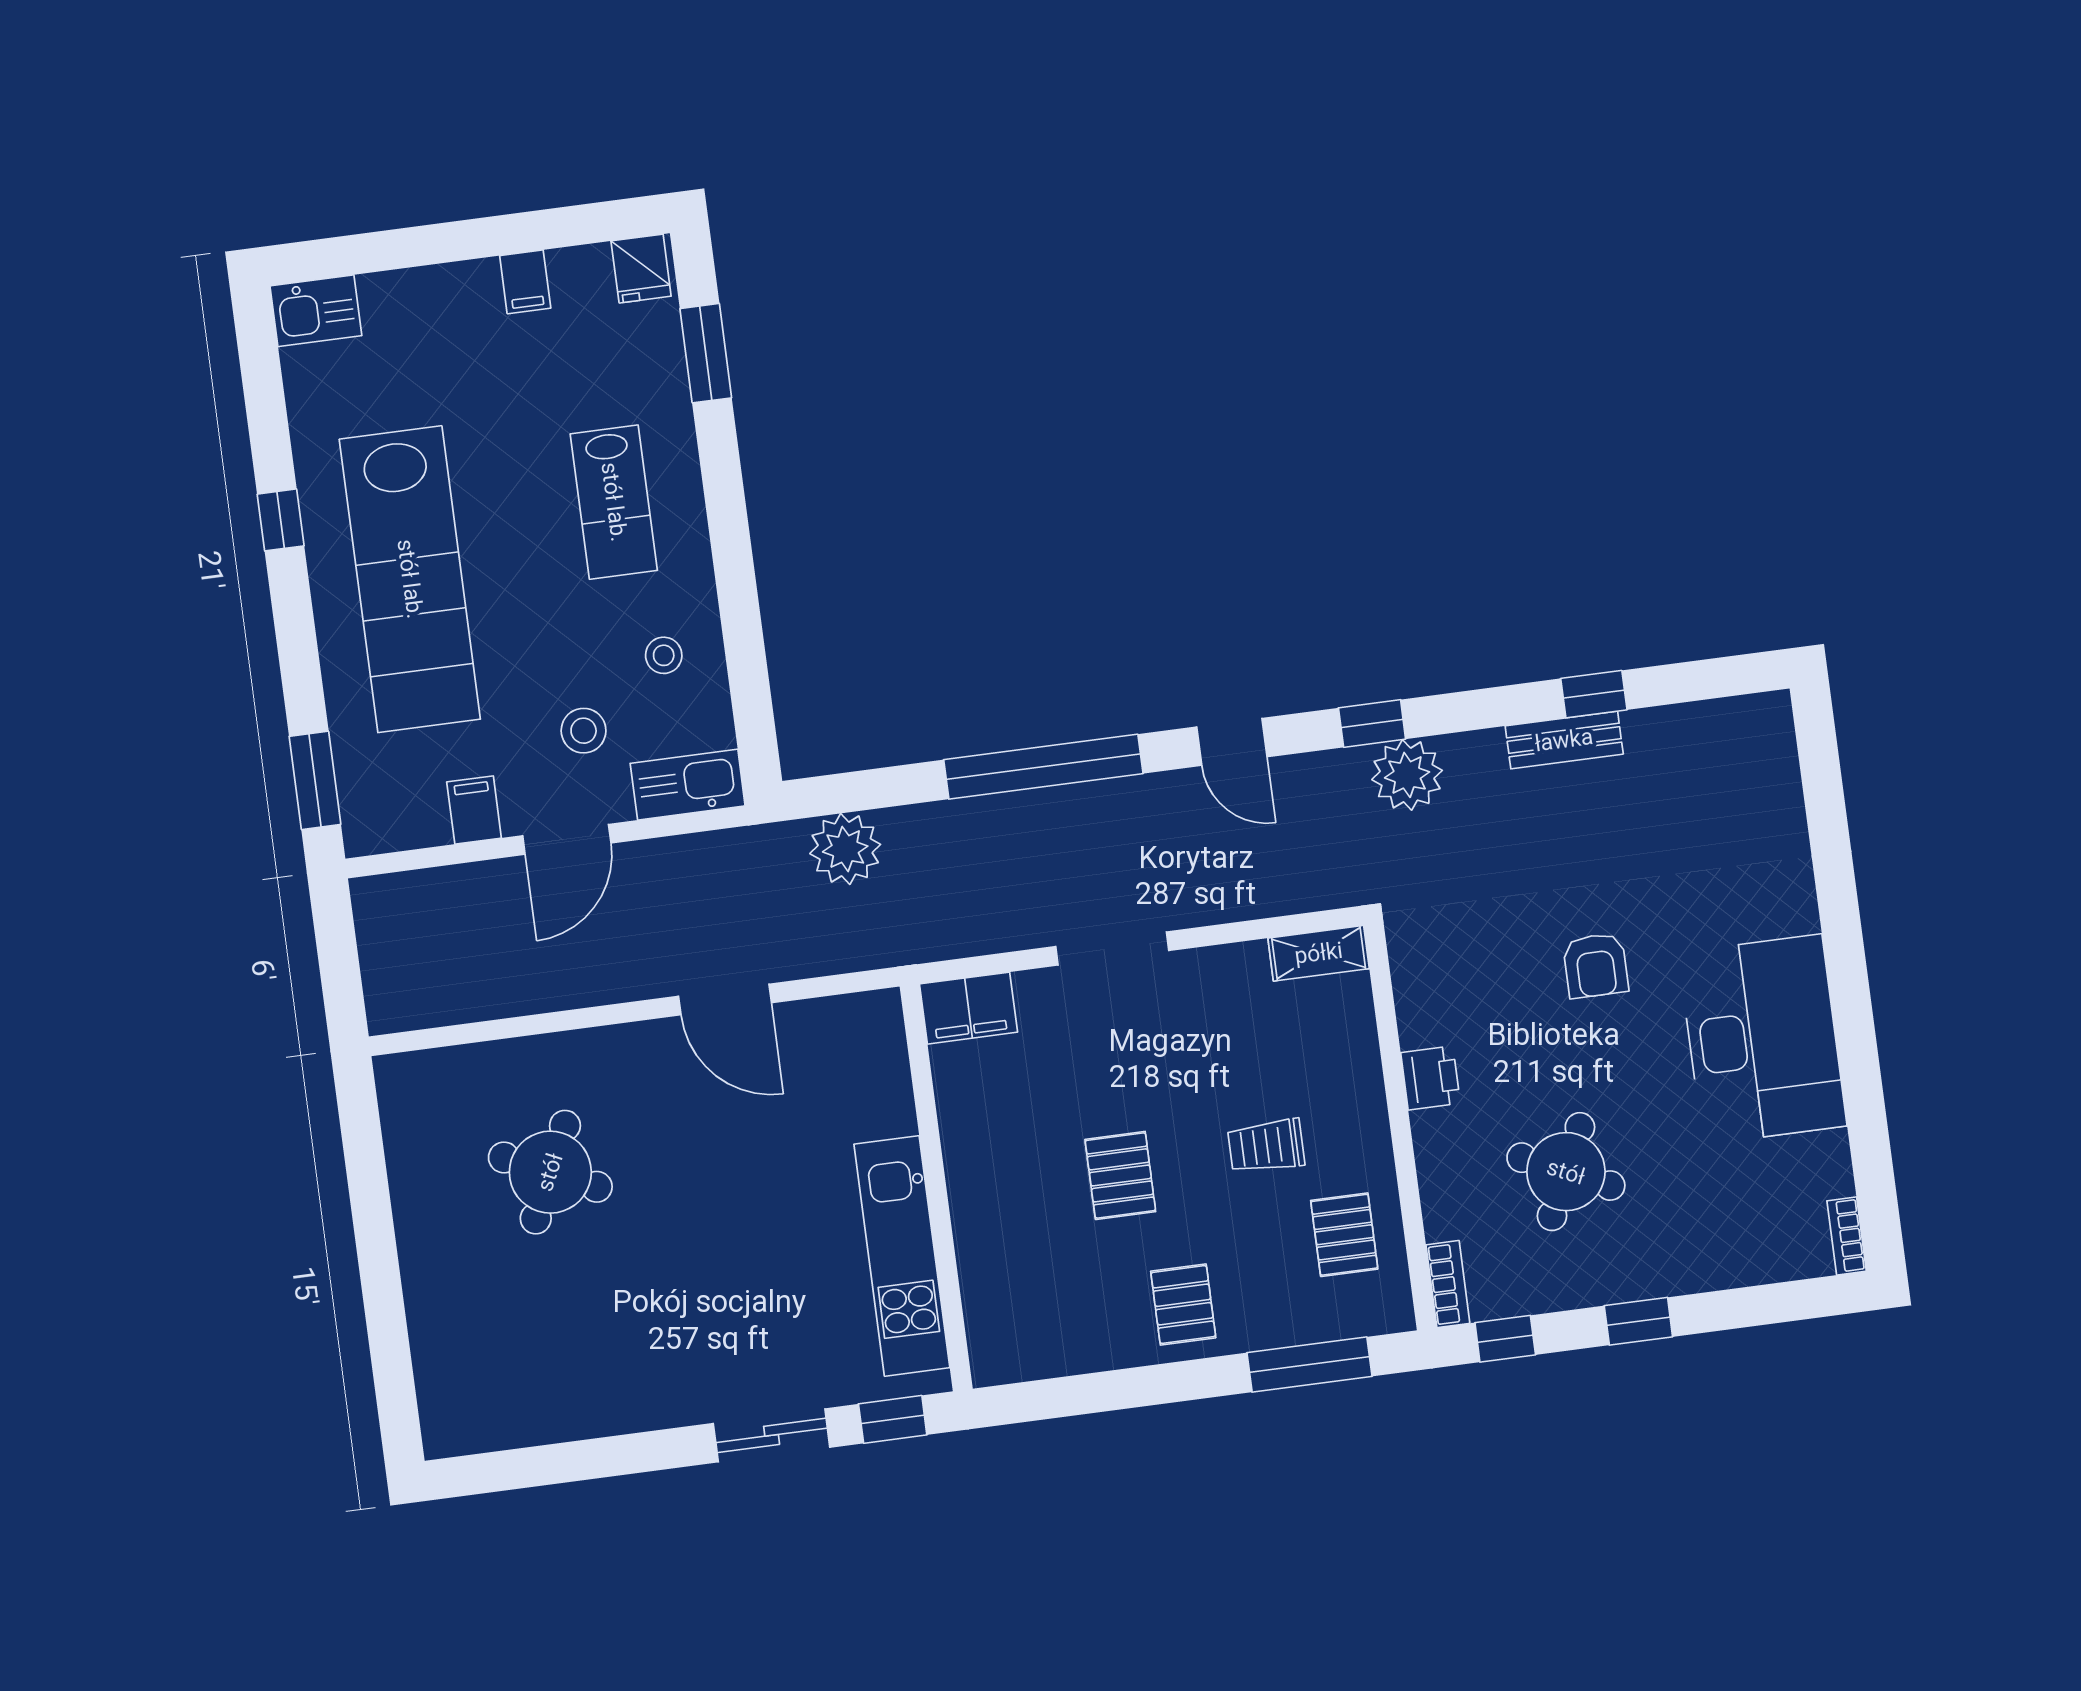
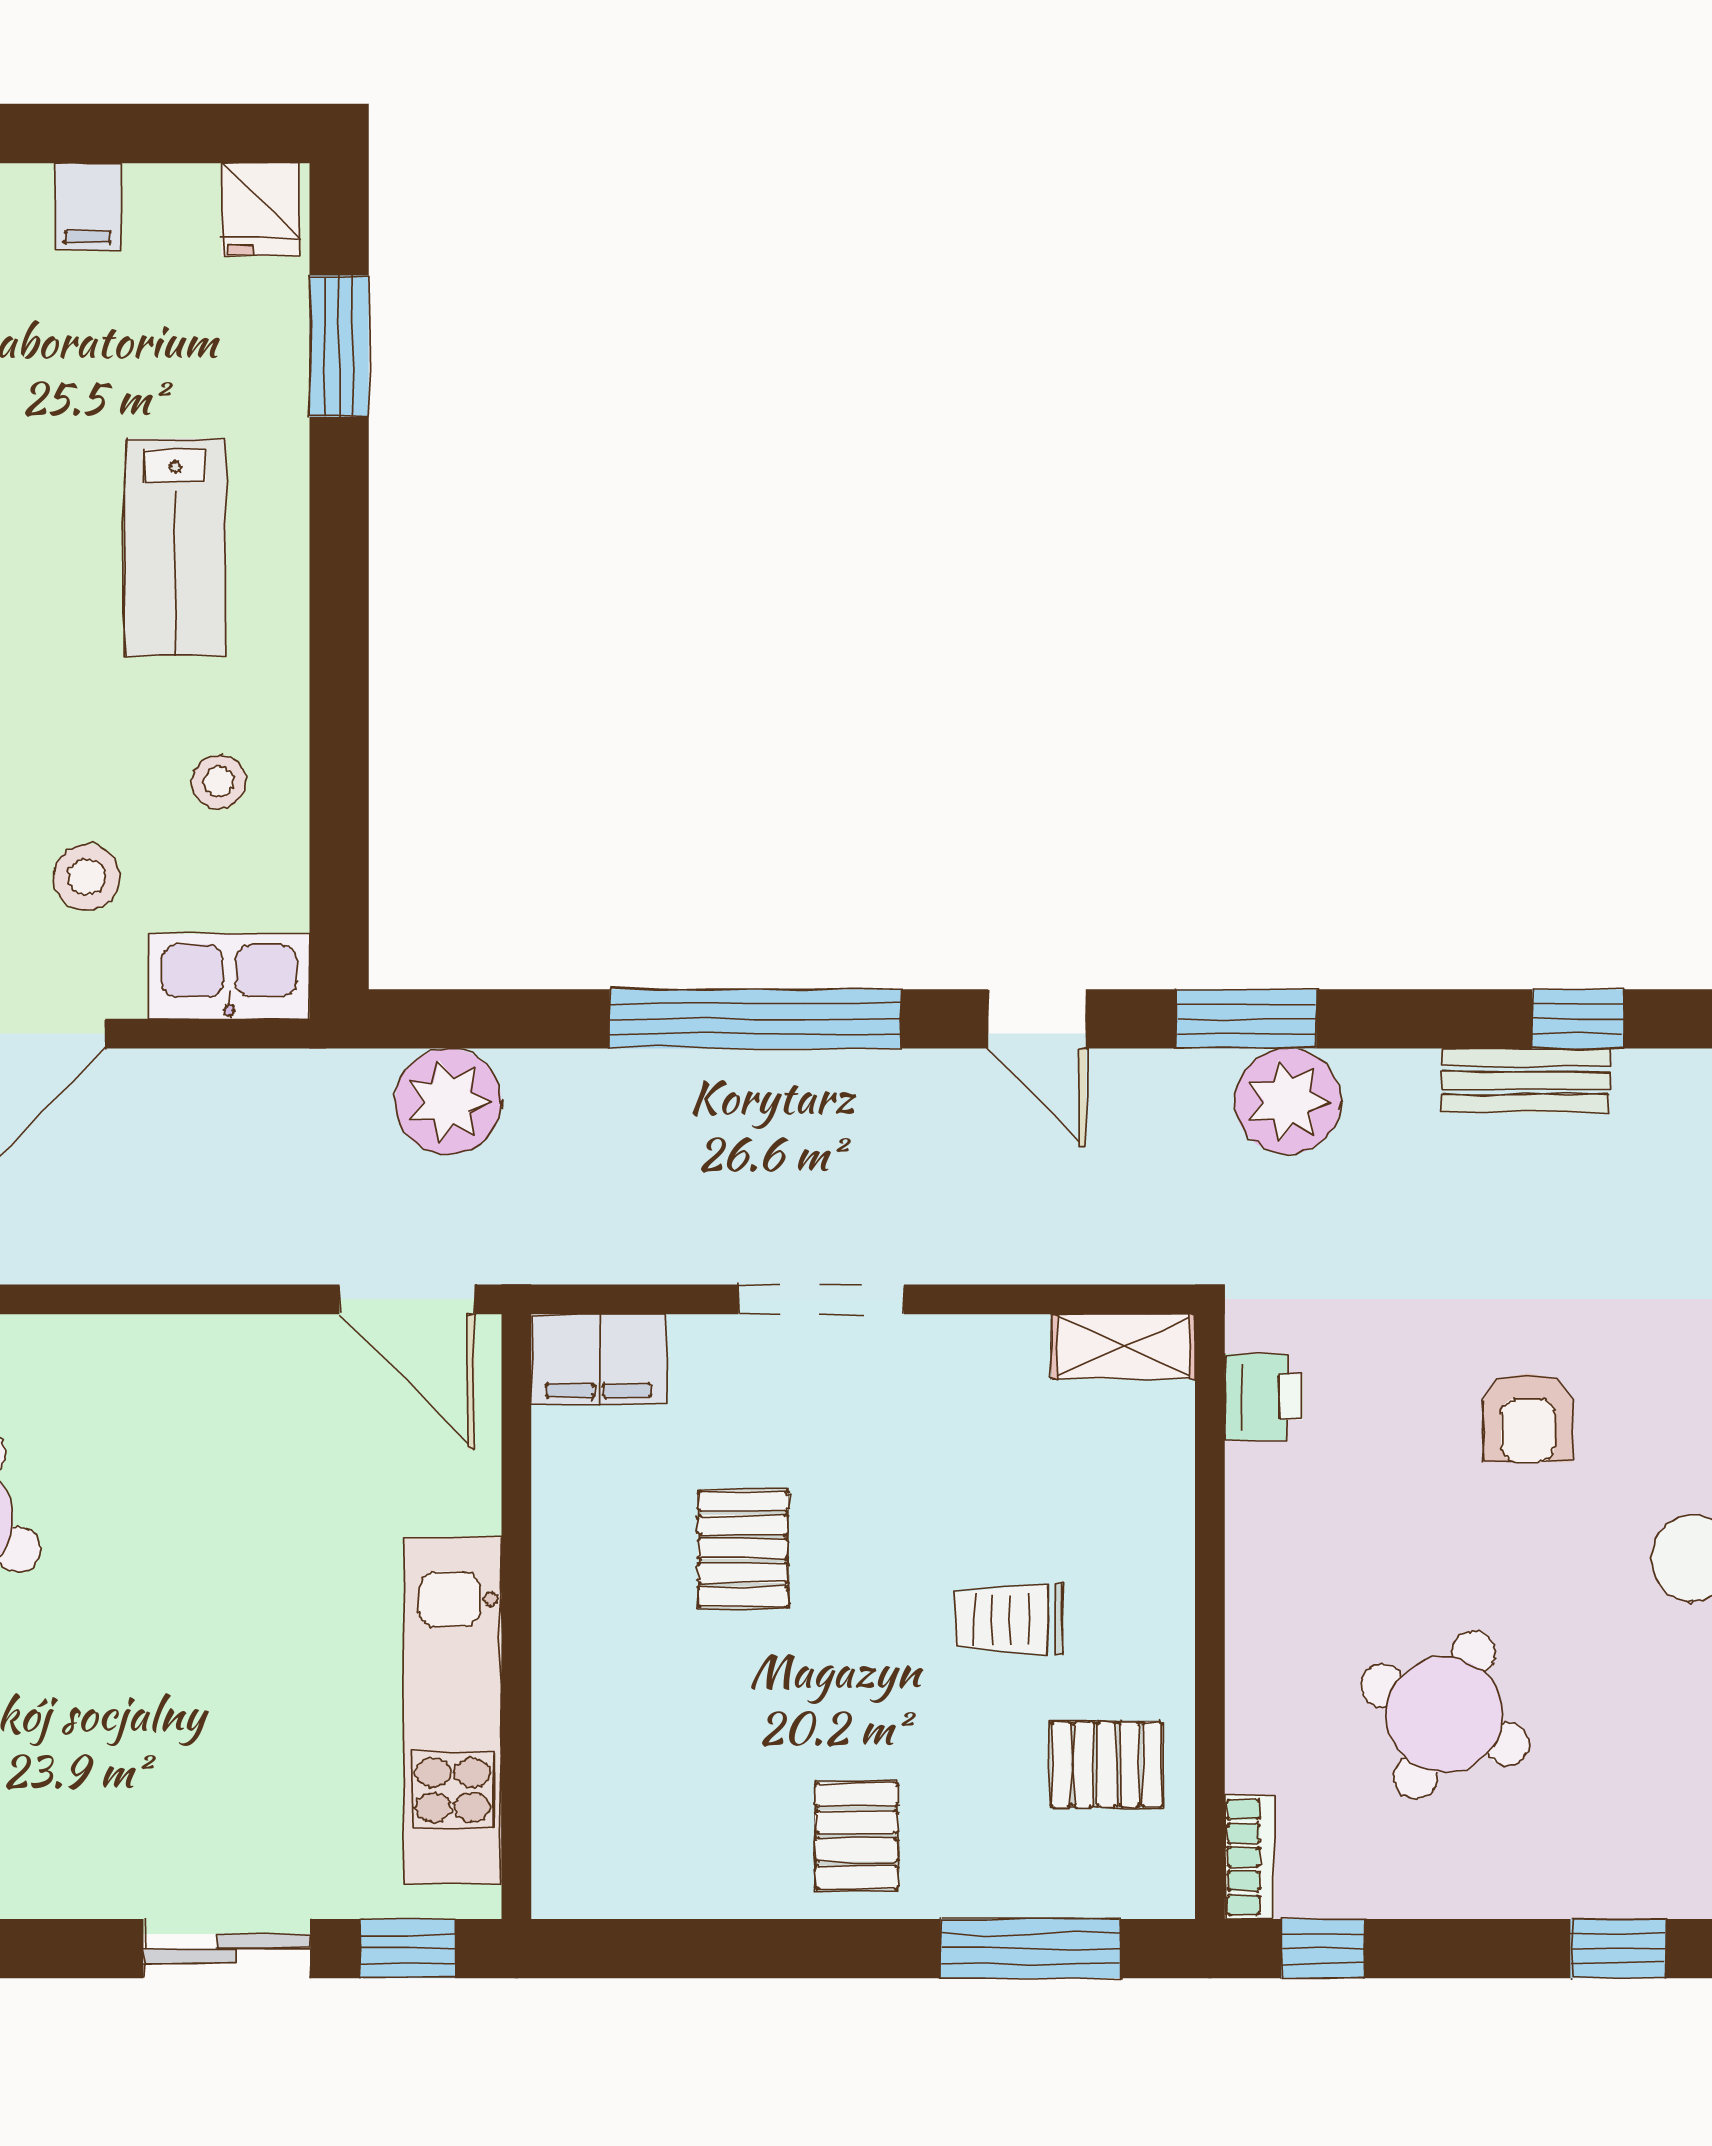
window: (1372, 723) -> (1246, 1019), width x1.50
door: (725, 999) -> (407, 1299), moved
printer: (1430, 1078) -> (1264, 1397), moved
pallet: (1120, 1175) -> (743, 1549), moved
pallet: (1344, 1235) -> (1107, 1765), turned 90
window: (1638, 1321) -> (1618, 1949), moved

